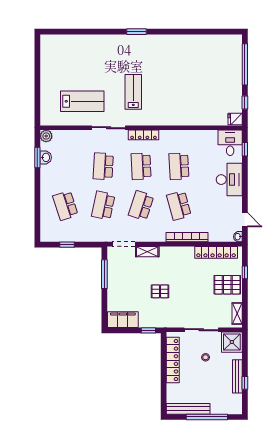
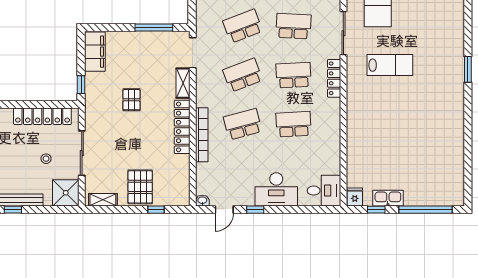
kitchen sink: (236, 93) -> (388, 198), added
window: (245, 149) -> (255, 210), moved
school desk: (103, 206) -> (243, 26), turned -33
school desk: (141, 206) -> (243, 75), turned -39
locker: (216, 252) -> (182, 127), moved

